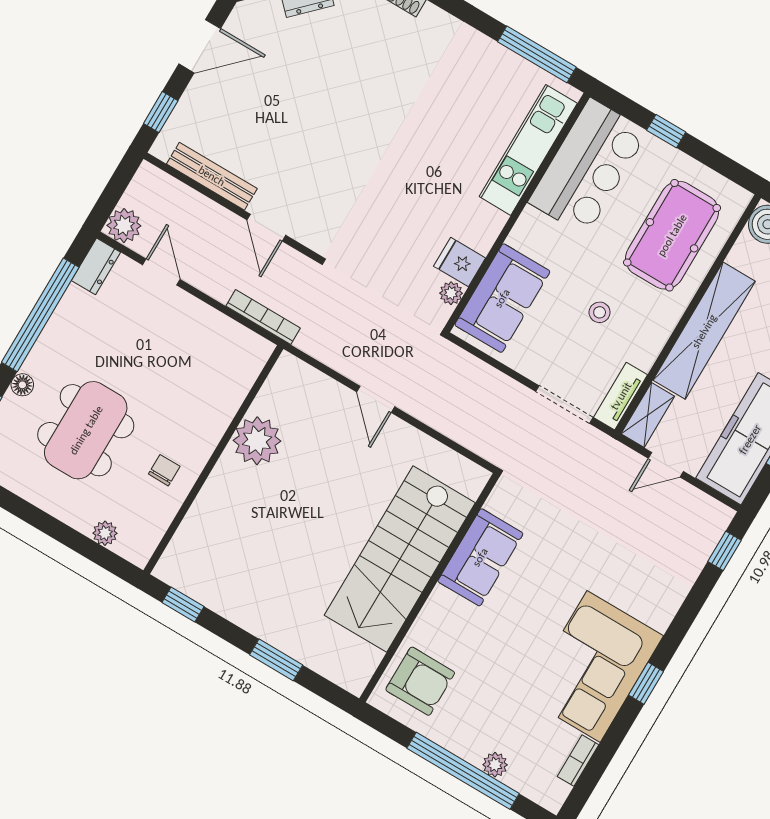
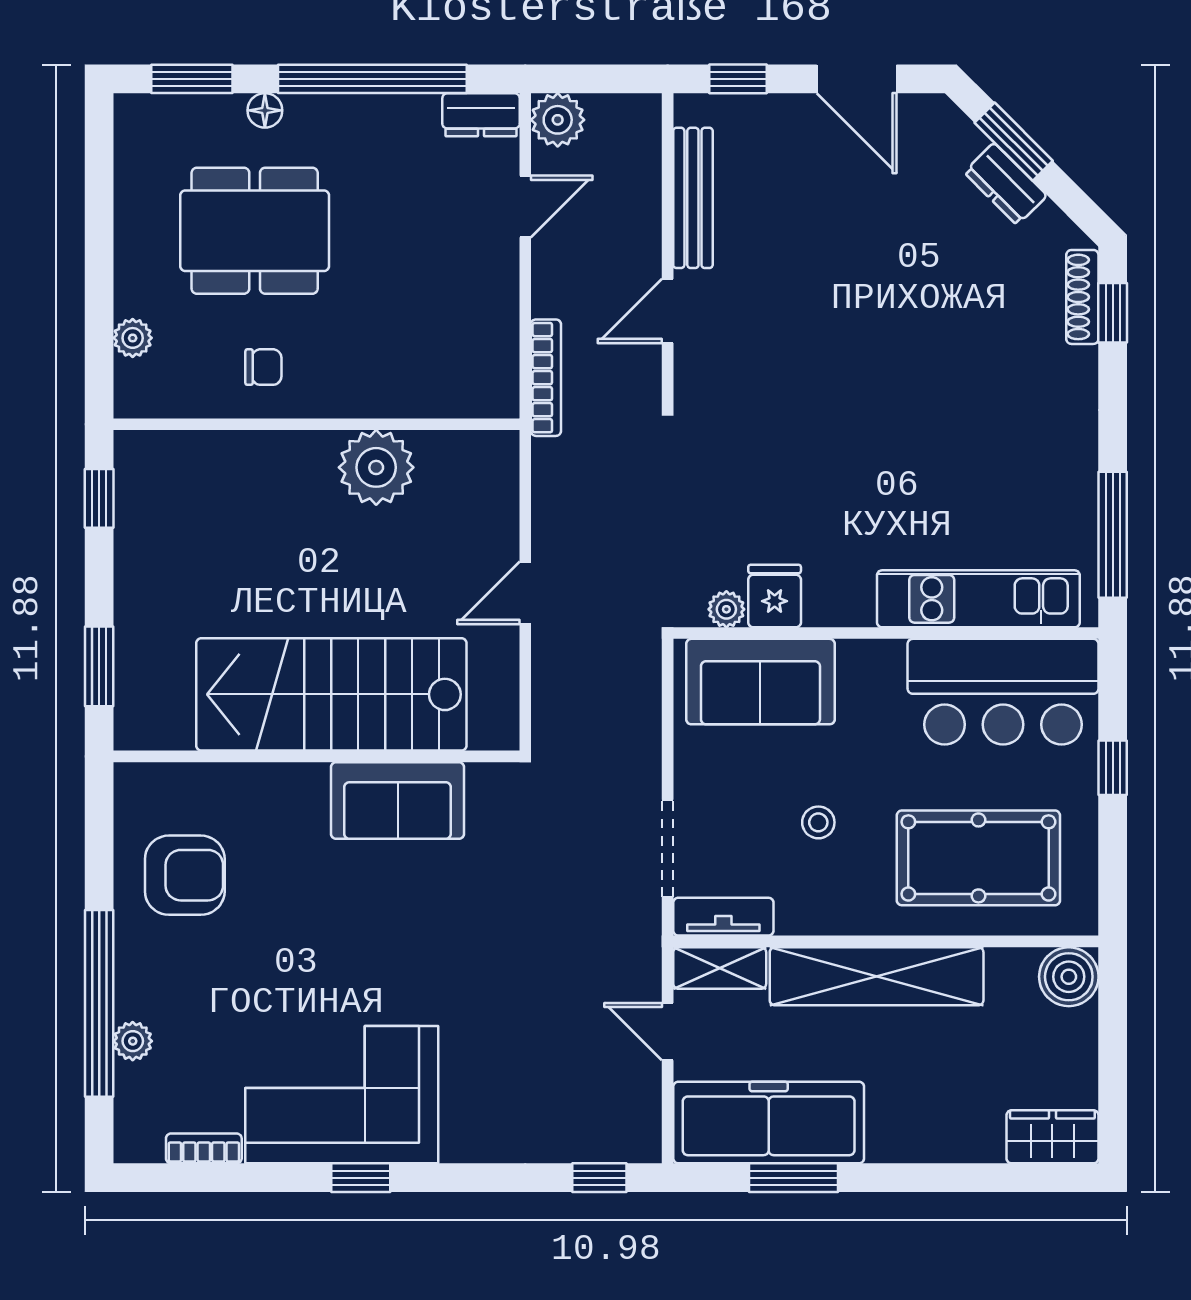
sofa: (480, 557) -> (398, 801), moved
stairs: (400, 559) -> (331, 694), moved
wall: (429, 588) -> (316, 756), moved
armchair: (420, 681) -> (185, 875), turned -90

